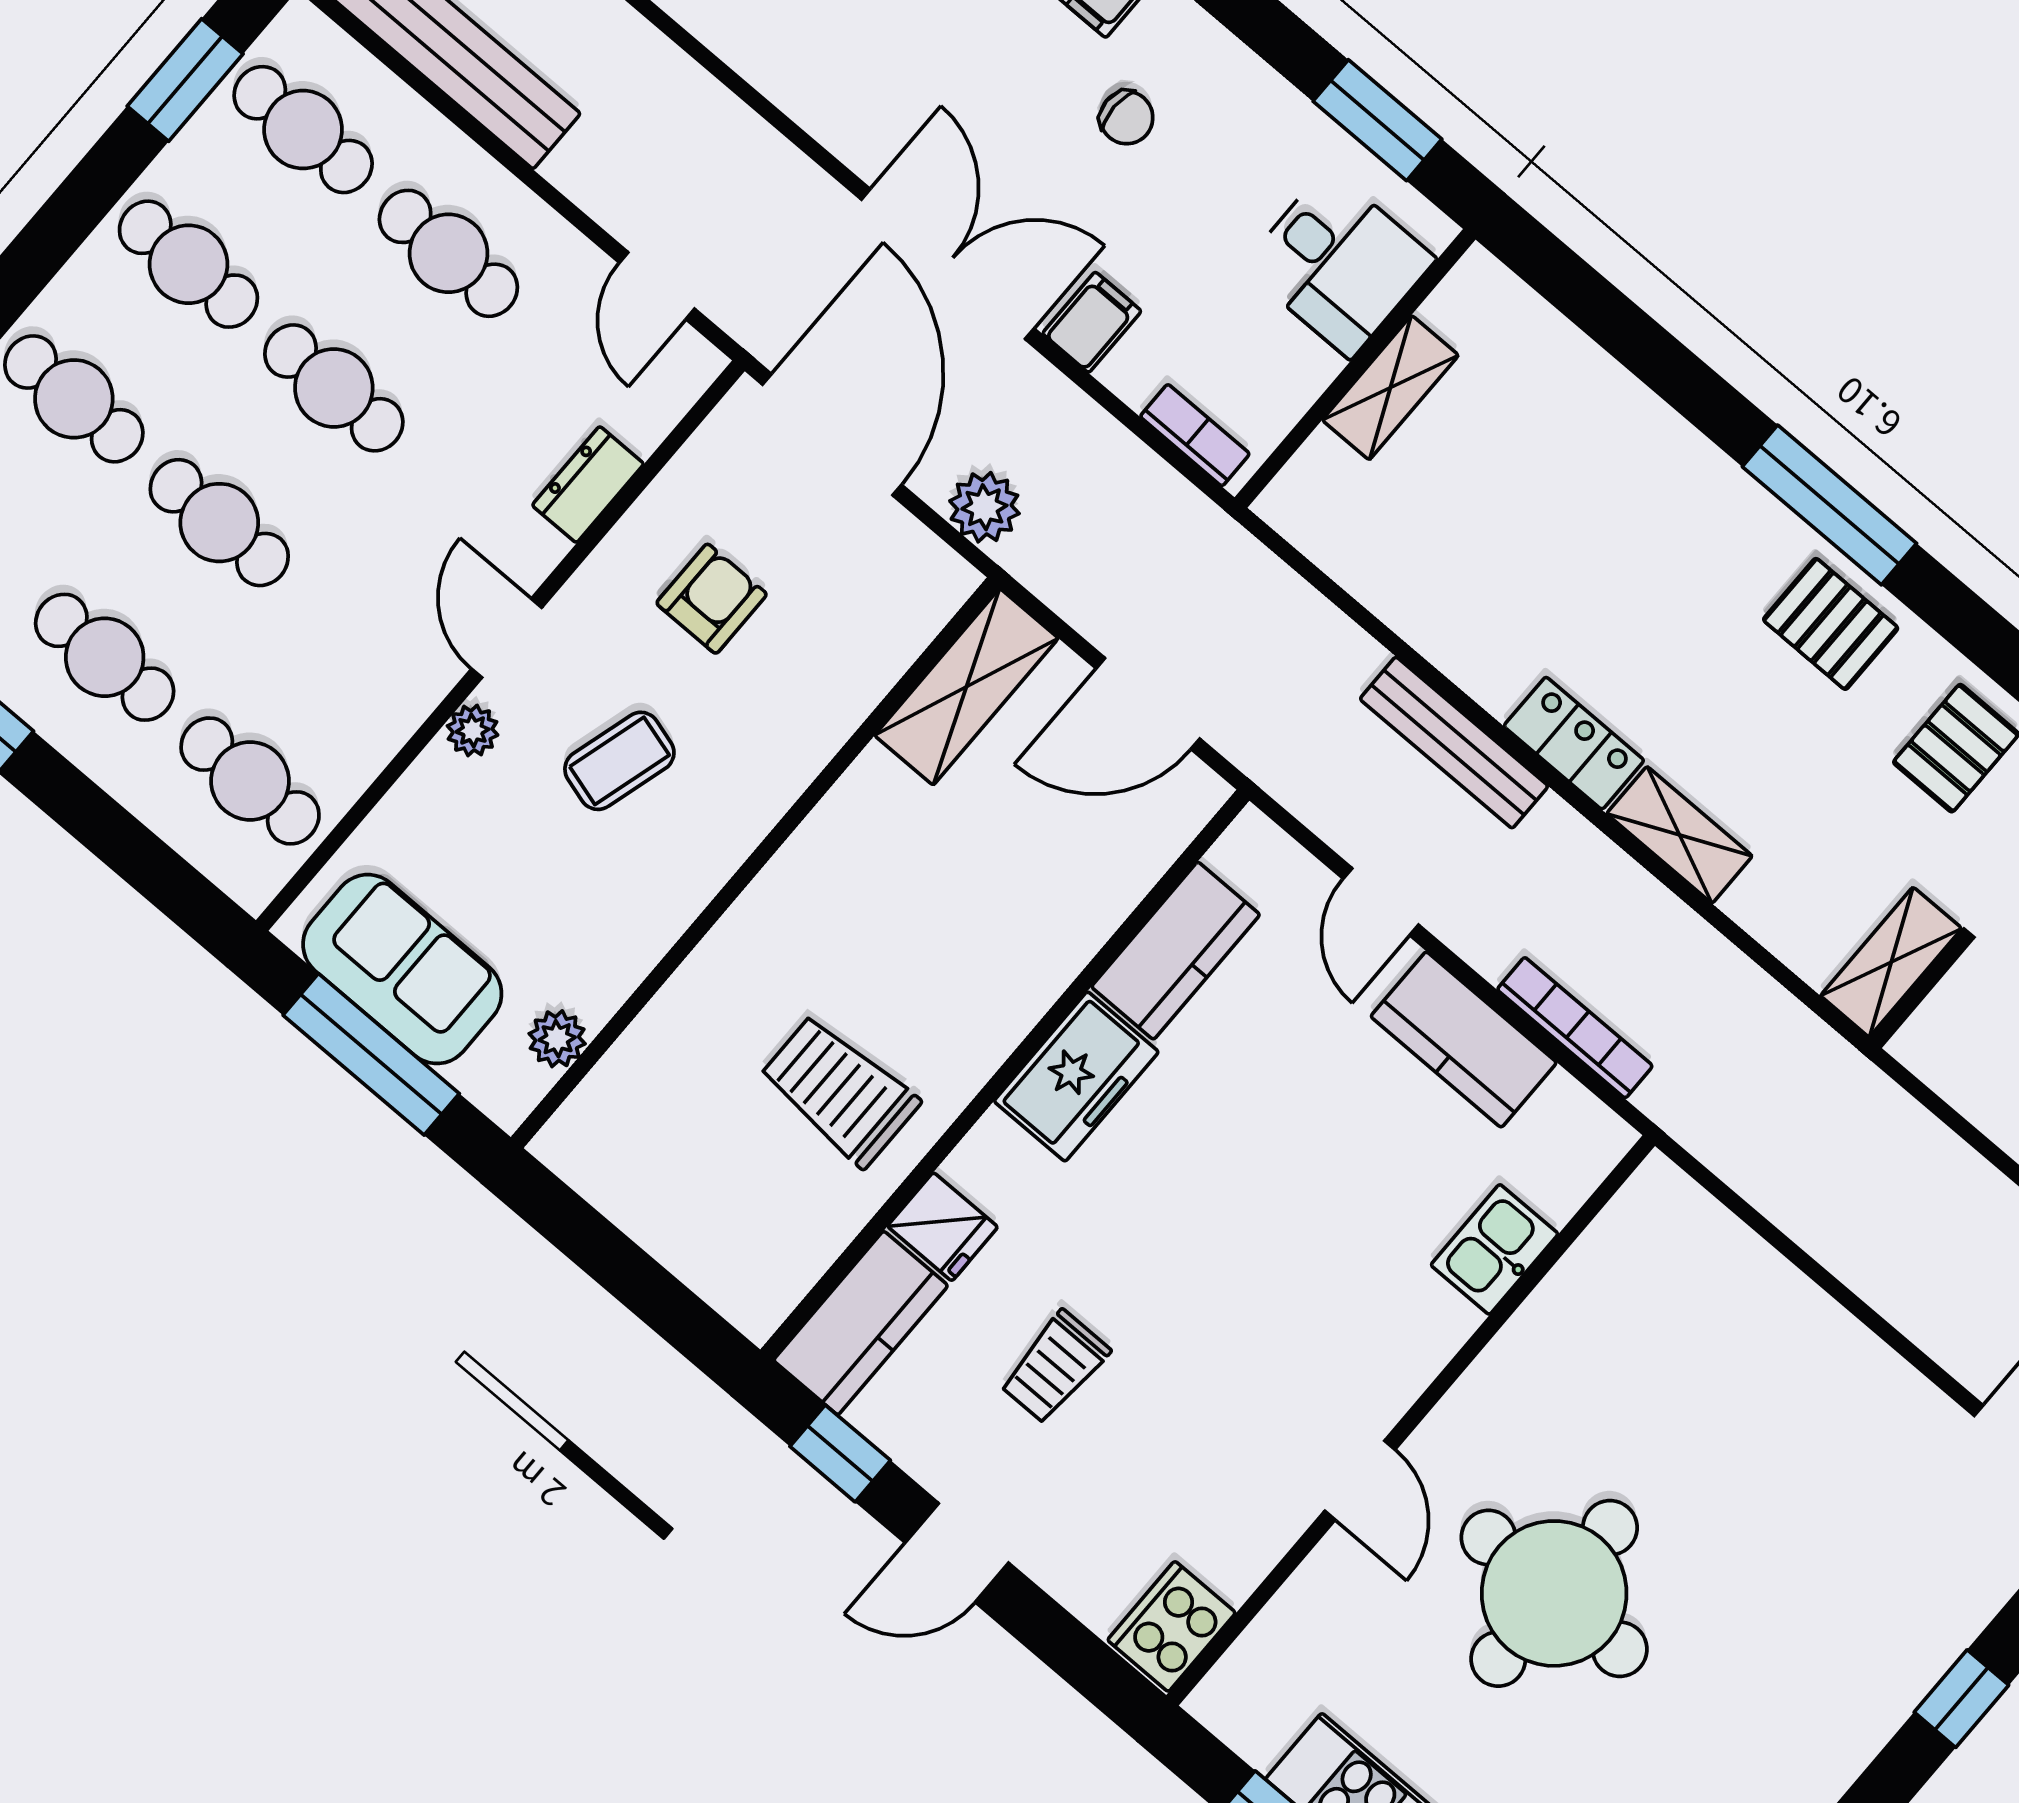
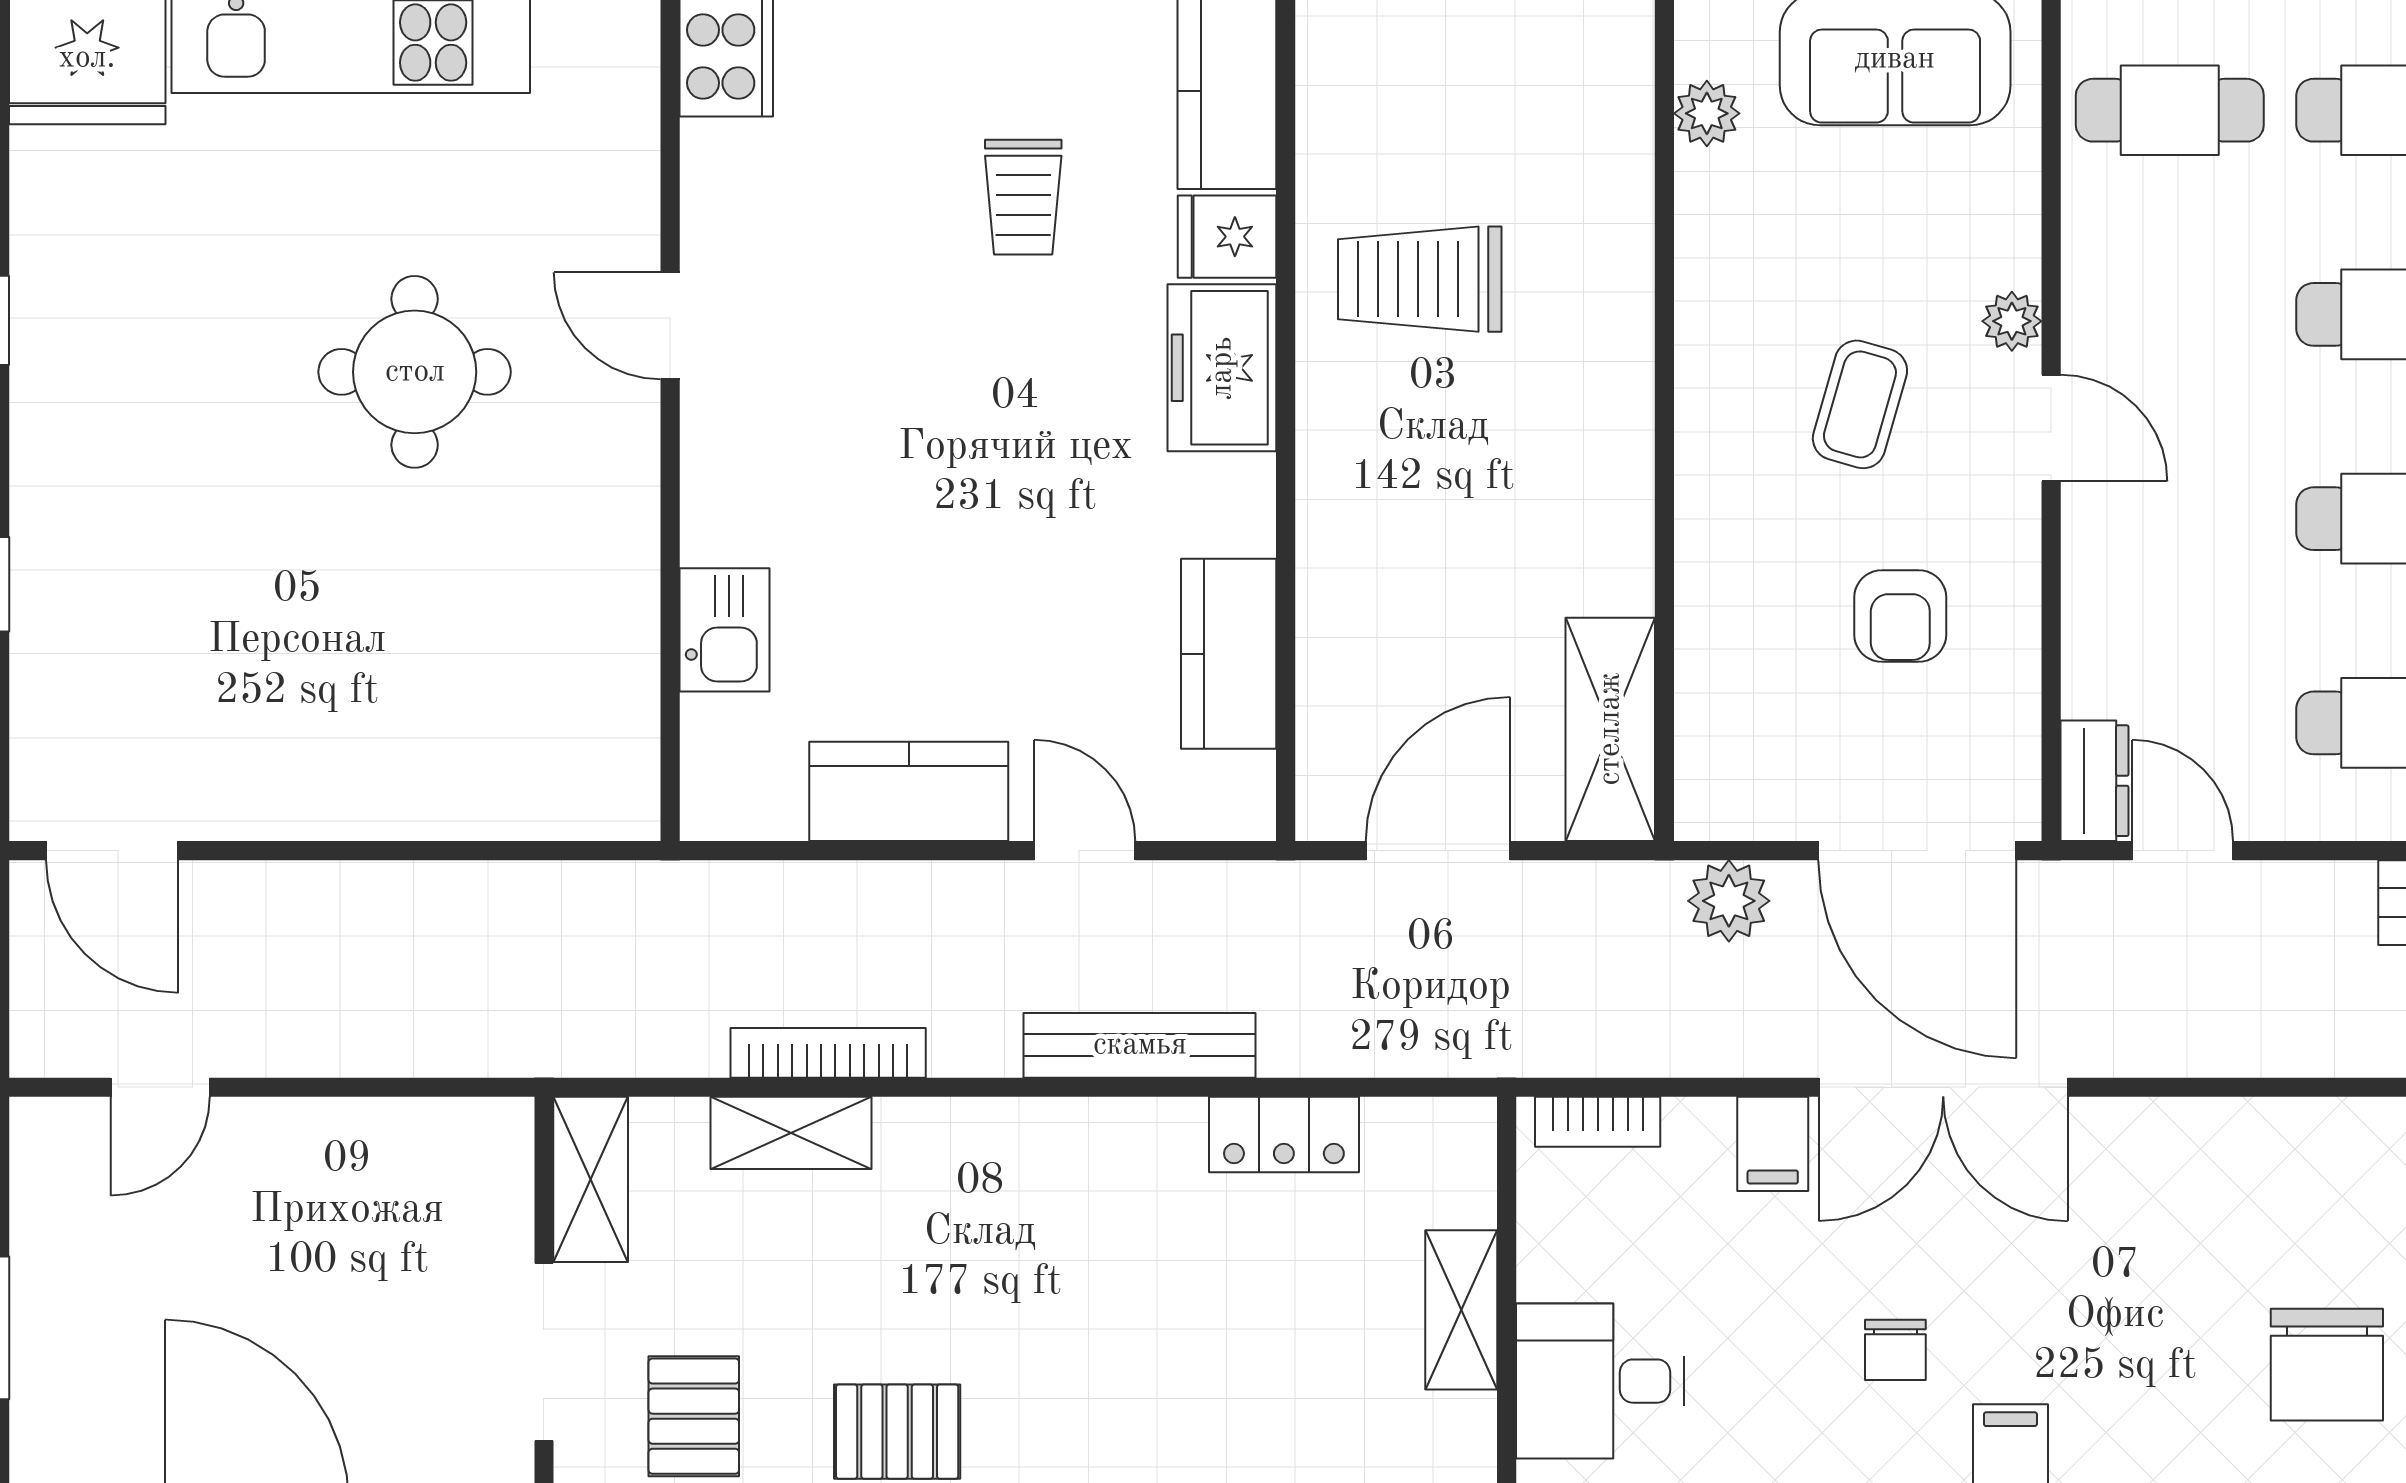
chair: (1127, 118) -> (1895, 1350), turned -90
dresser: (588, 485) -> (2094, 781), moved
locker: (1574, 743) -> (1284, 1135), moved
shelving: (1679, 835) -> (791, 1133), moved
bookcase: (1575, 1028) -> (828, 1053), moved, turned 180
freezer: (1076, 1076) -> (1222, 368), moved
trolley: (839, 1090) -> (1420, 279), turned 180
trolley: (1055, 1367) -> (1023, 197), turned 180
round table: (1554, 1593) -> (415, 372), width x0.73, depth x0.73

